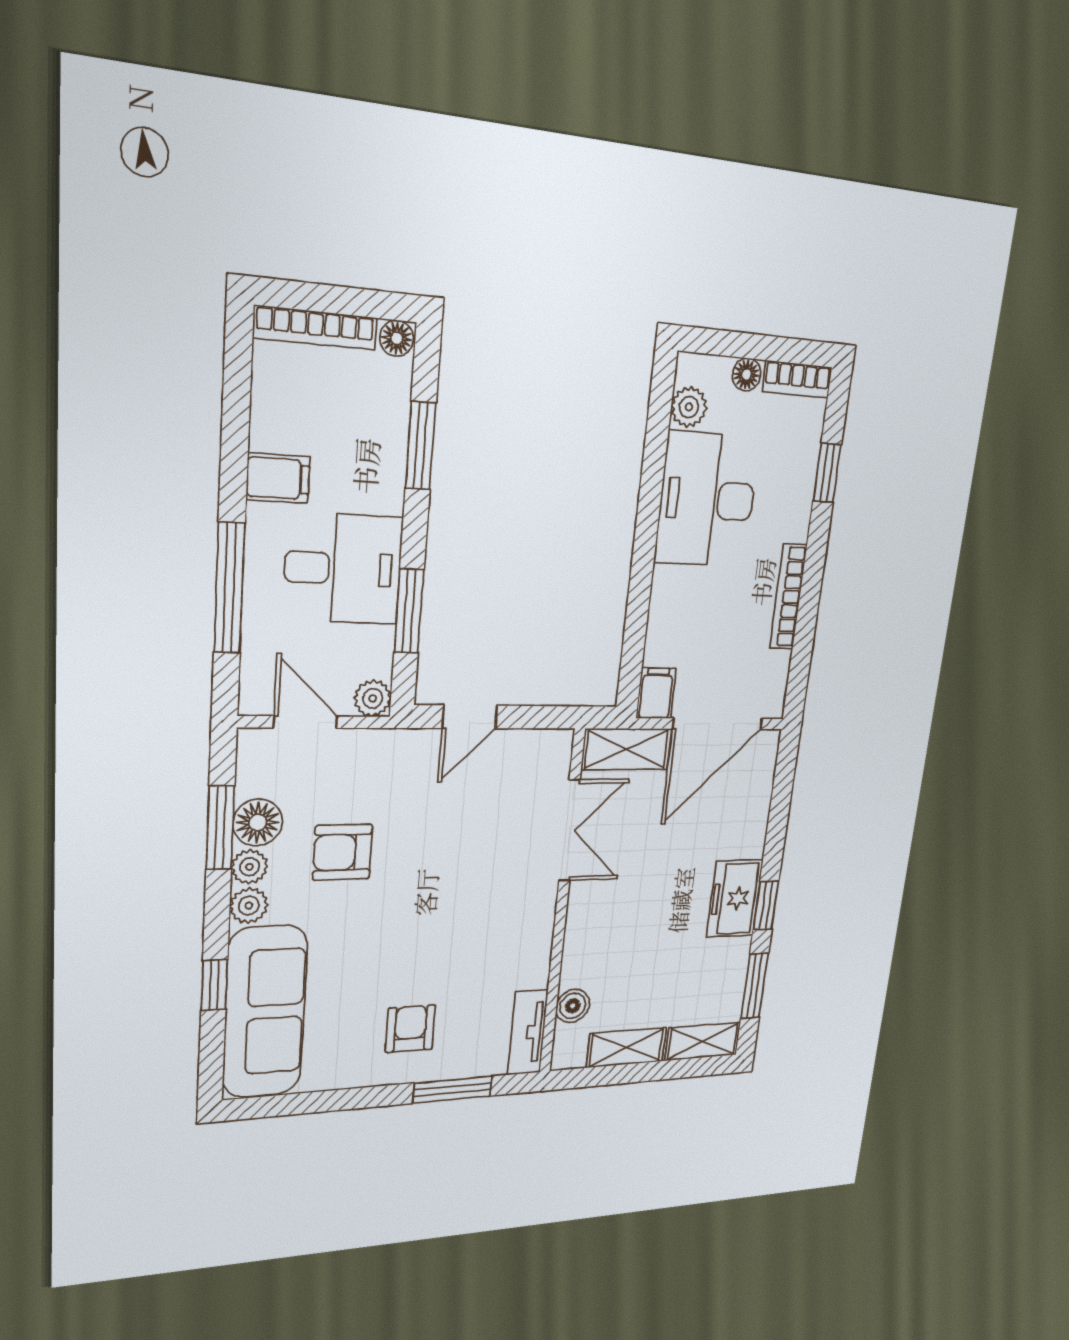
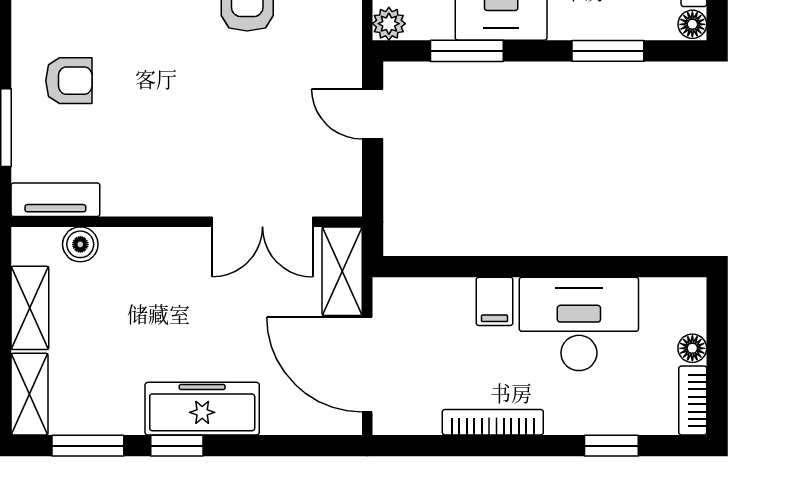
plant: (689, 407) -> (659, 295), removed
filing cabinet: (656, 693) -> (495, 301), moved, turned 90
freezer: (735, 898) -> (202, 409), width x1.40

